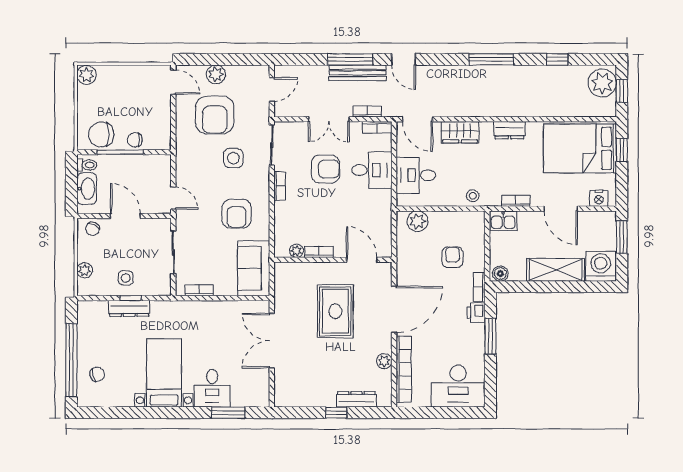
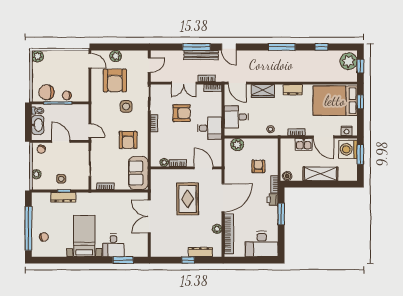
desk: (372, 170) -> (210, 128), moved
kitchen sink: (503, 221) -> (304, 144), moved
washing machine: (601, 266) -> (348, 149), moved, turned -90

